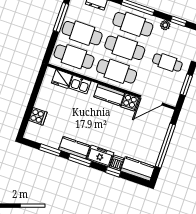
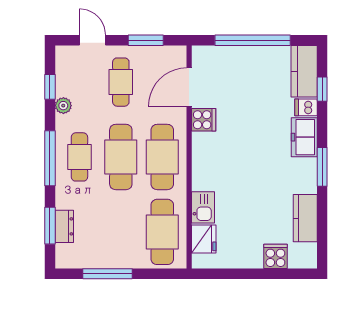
cafe table: (133, 24) -> (79, 157), width x0.73, depth x0.74
cafe table: (82, 33) -> (121, 232), removed
kitchen counter: (109, 95) -> (203, 156), removed
door: (151, 100) -> (189, 87), swing flipped
kitchen counter: (74, 148) -> (305, 218), moved
window: (50, 150) -> (322, 219), removed
window: (113, 172) -> (322, 89), moved

